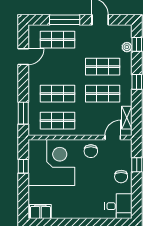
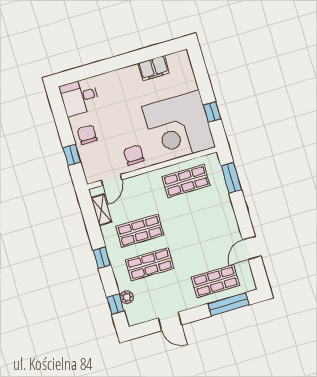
window: (65, 20) -> (229, 304), moved
shop shelf: (57, 94) -> (196, 214), removed
filing cabinet: (40, 212) -> (154, 68), moved

